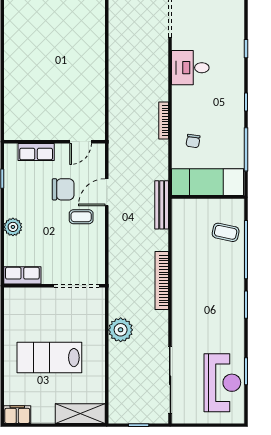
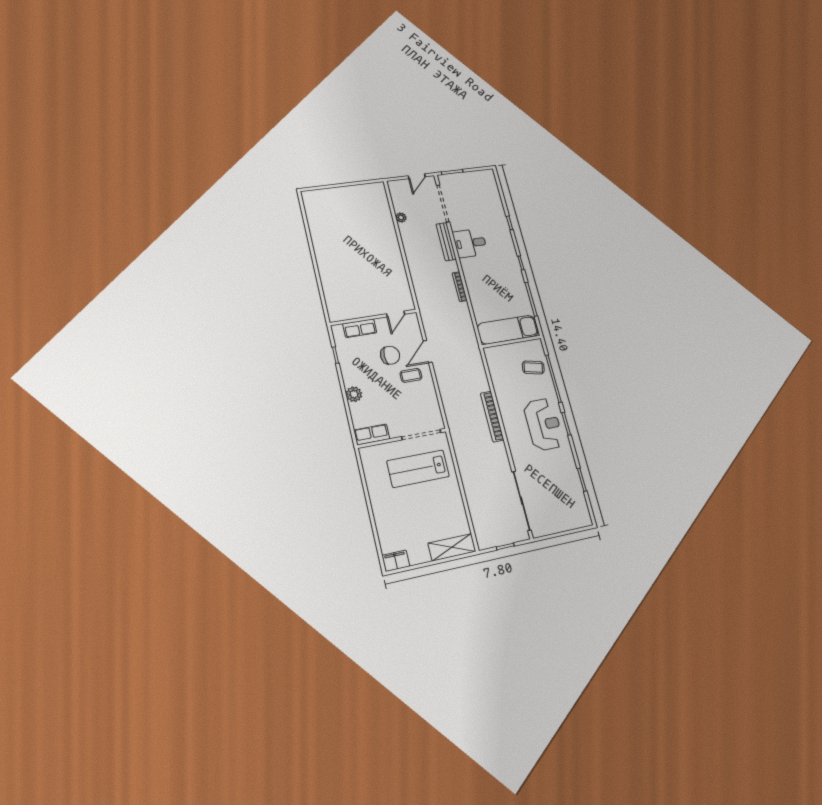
chair: (193, 141) -> (487, 299), removed
bench: (162, 205) -> (446, 242), moved
plant: (121, 330) -> (401, 218), moved, width x0.53, depth x0.53
lab bench: (49, 358) -> (418, 469), moved
reception desk: (222, 383) -> (543, 424), moved

